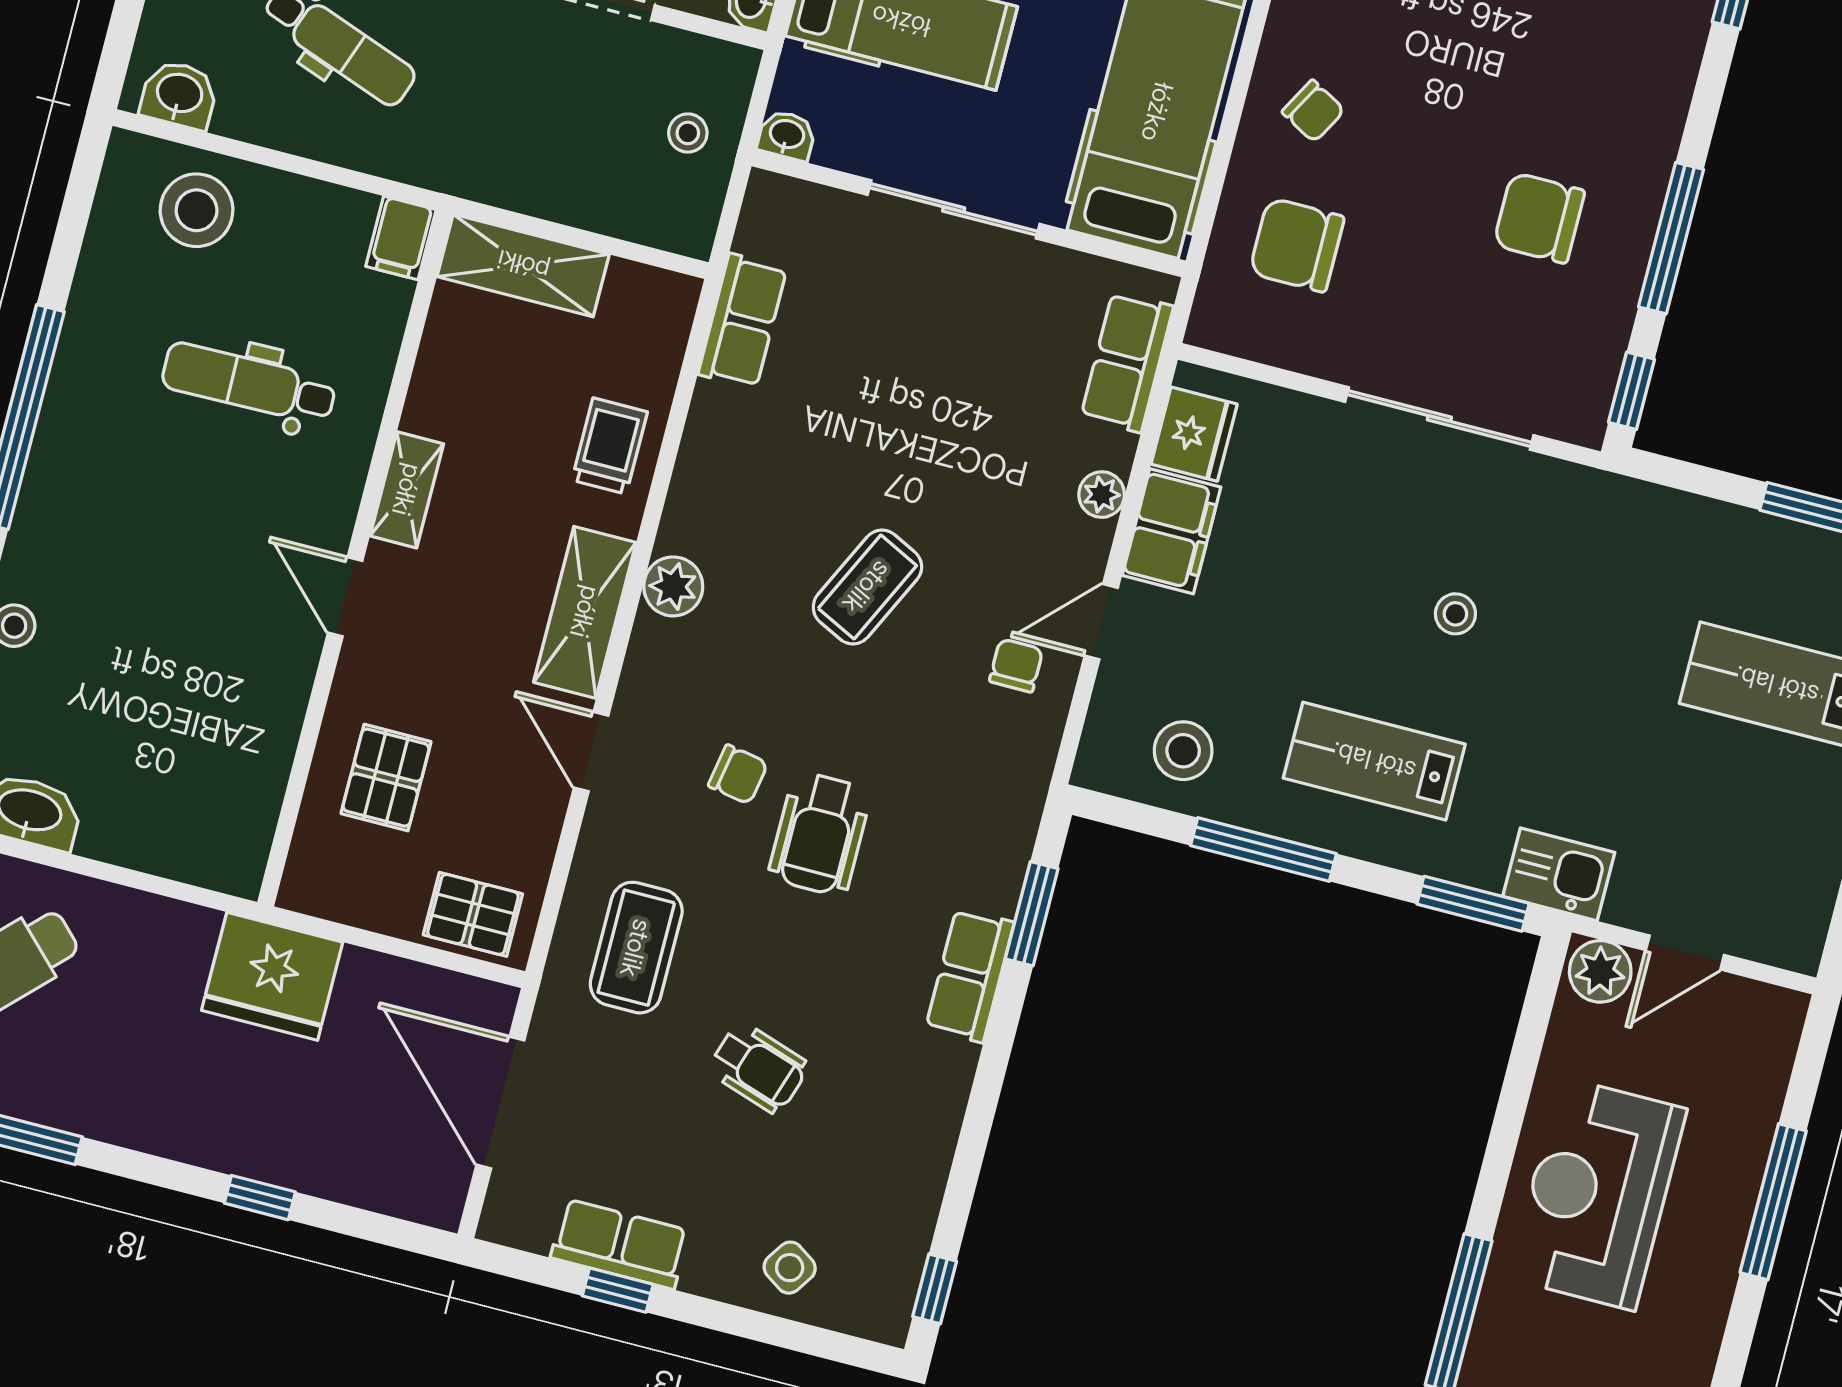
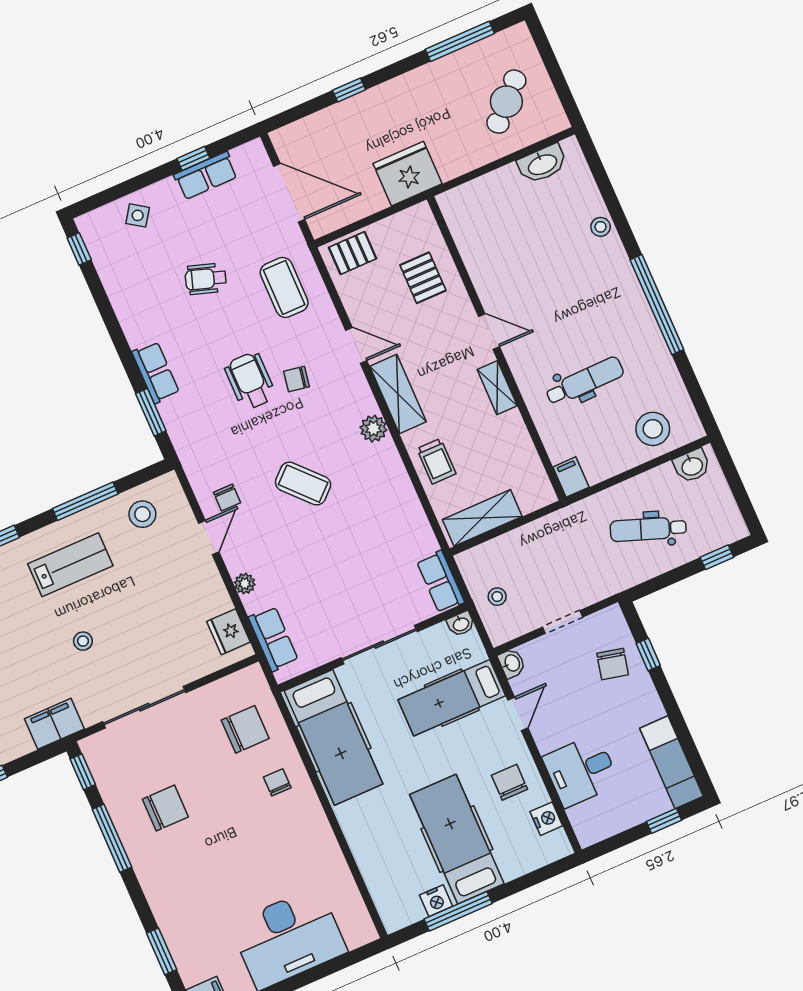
chair: (1313, 111) -> (277, 782), turned 61
shelving: (523, 265) -> (482, 518), moved
row of seats: (742, 321) -> (440, 582), moved
filing cabinet: (1172, 531) -> (54, 724), moved, turned 90
coffee table: (867, 587) -> (303, 484), turned -69

